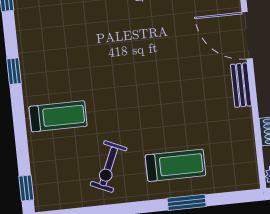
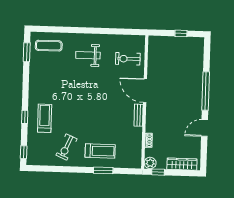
window: (14, 71) -> (25, 117), moved
treadmill: (58, 116) -> (45, 118), turned -90

